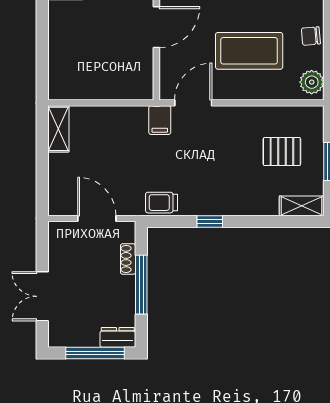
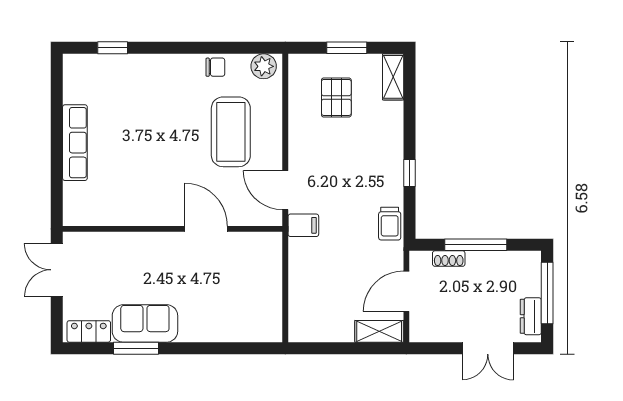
chair: (311, 36) -> (215, 67), turned -85
shelving: (58, 129) -> (379, 331), moved
dresser: (118, 337) -> (531, 316), moved

